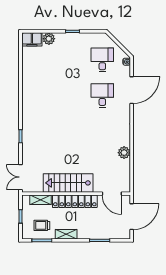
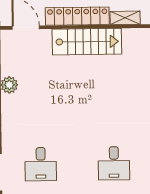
desk: (50, 96) -> (114, 163), added

